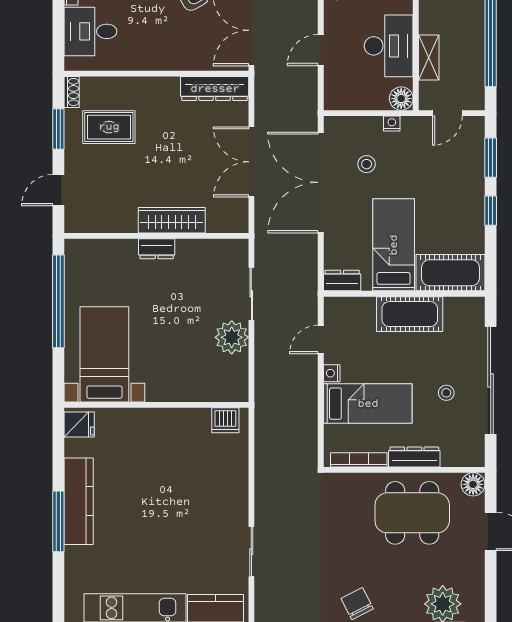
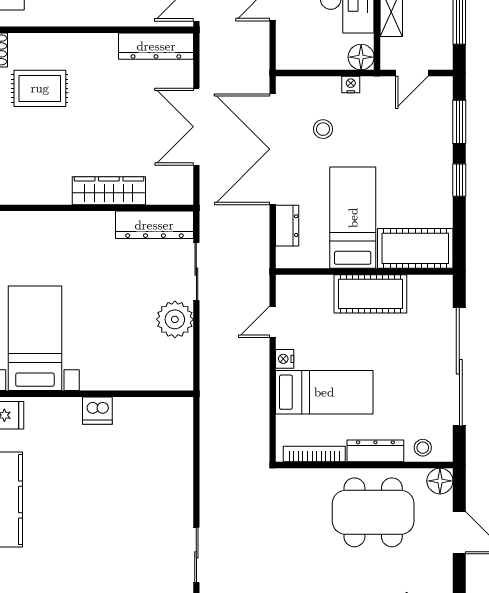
dresser: (157, 249) -> (154, 225), moved, width x1.96, depth x1.24
dresser: (342, 281) -> (287, 226), moved, turned 90
stool: (446, 393) -> (423, 448), moved
dishwasher: (225, 420) -> (97, 411), moved

